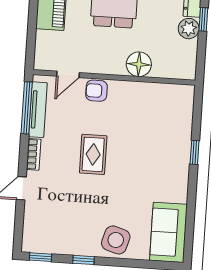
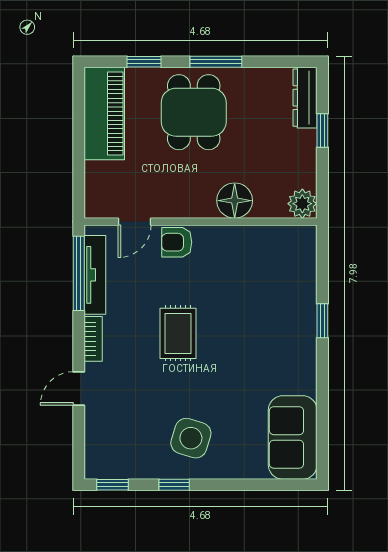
plant: (189, 29) -> (302, 204), moved
side table: (116, 240) -> (191, 438), moved

